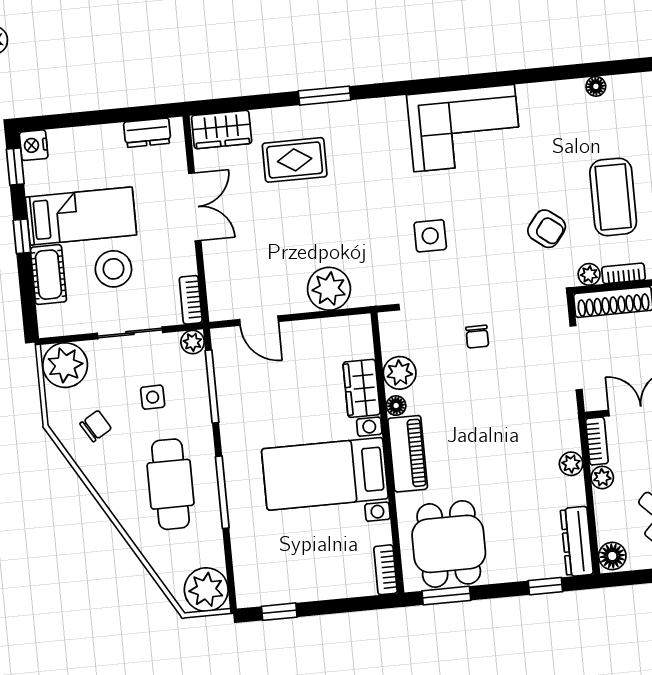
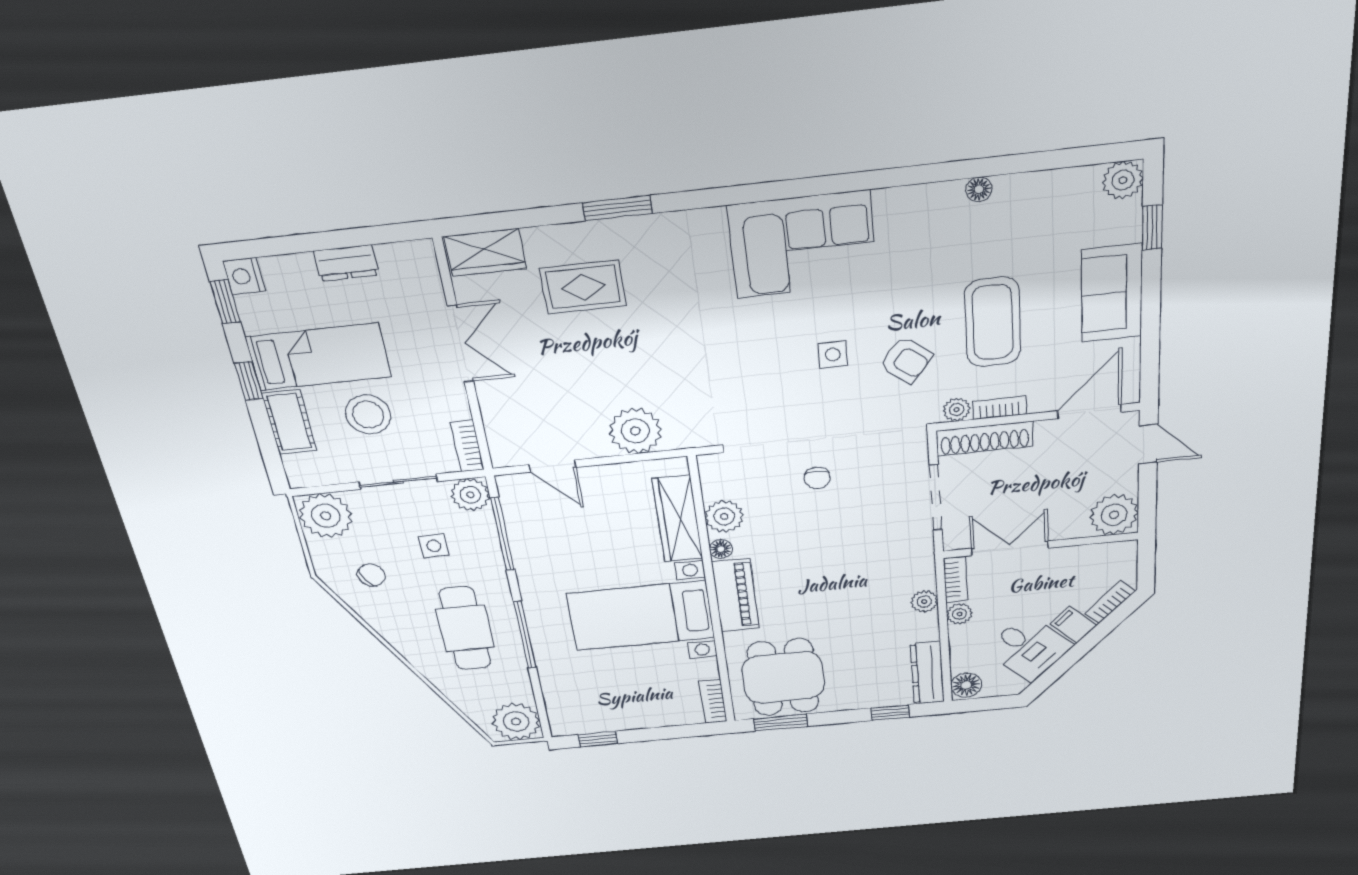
dresser: (147, 133) -> (346, 263), moved
side table: (430, 236) -> (833, 355), moved, width x0.73, depth x0.73
plant: (193, 342) -> (470, 495), width x1.38, depth x1.38
wardrobe: (362, 388) -> (677, 519), width x1.50

